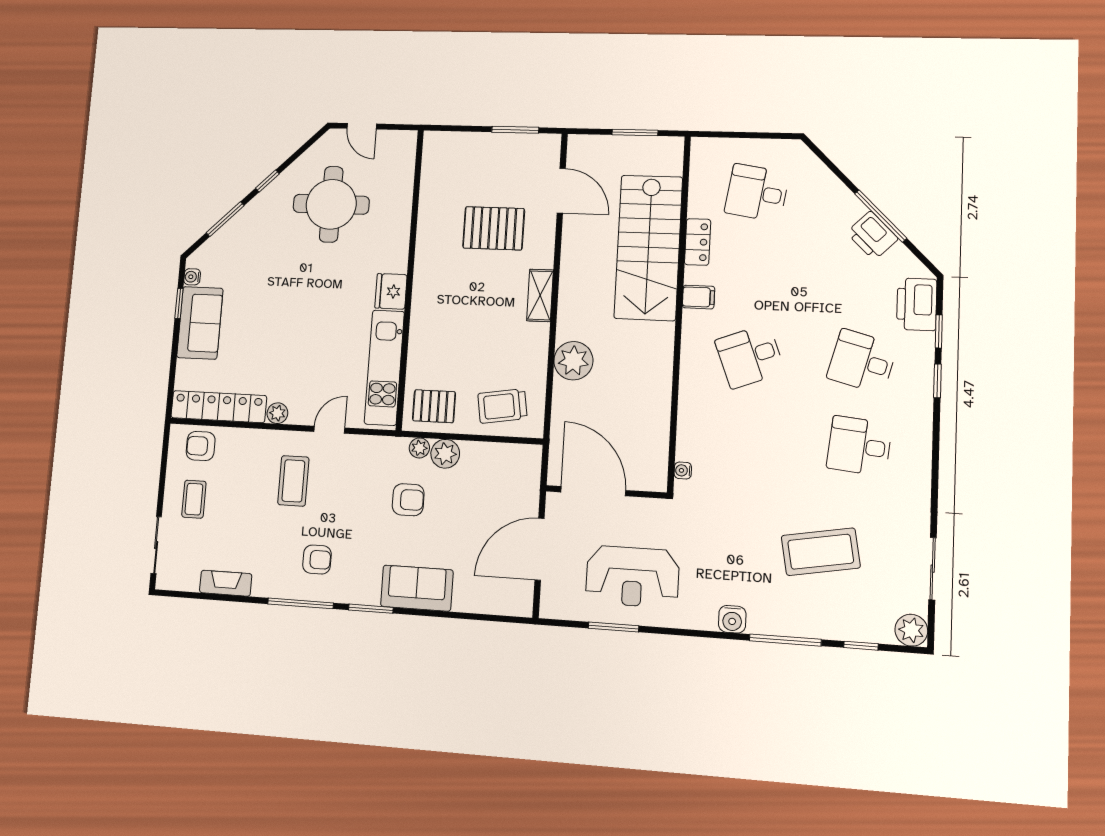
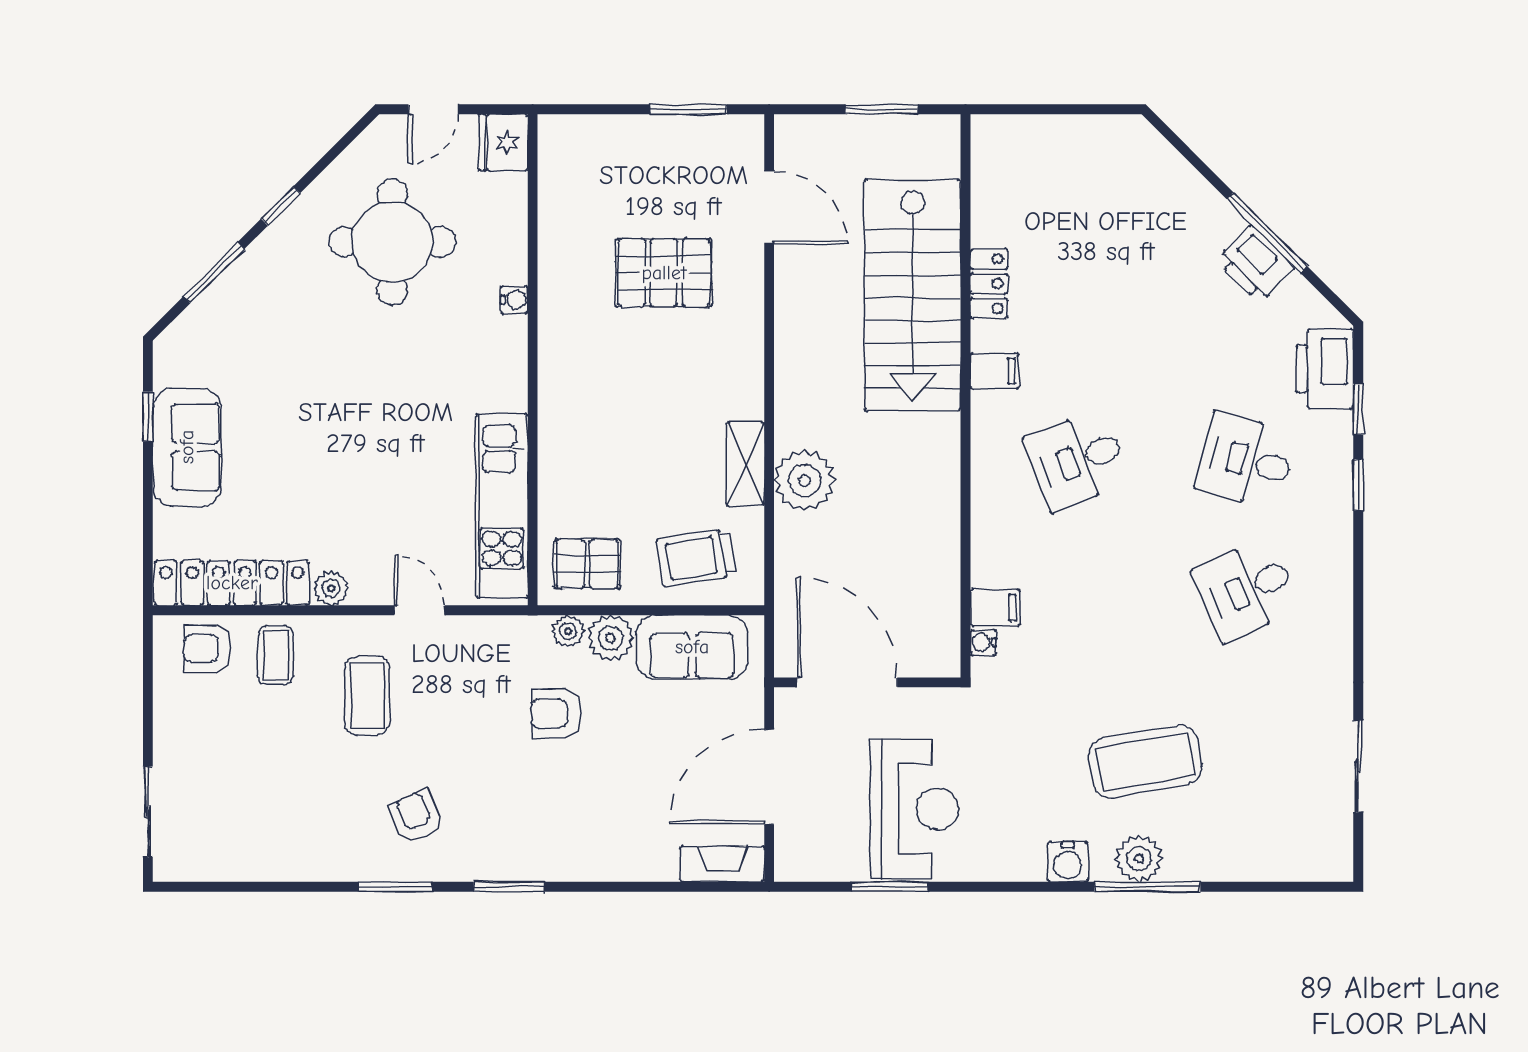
door: (362, 126) -> (433, 109), hinge flipped
desk: (757, 193) -> (1077, 202), removed
water cooler: (192, 277) -> (514, 300), moved, turned 180
fridge: (391, 291) -> (503, 142), moved
shelving: (540, 295) -> (745, 464), moved
door: (329, 430) -> (419, 610), hinge flipped
desk: (859, 446) -> (1246, 590), turned -30
filing cabinet: (692, 448) -> (995, 608), added
coffee table: (194, 499) -> (276, 655), moved
armchair: (408, 500) -> (556, 714), turned 180
coffee table: (821, 552) -> (1145, 761), moved
armchair: (317, 560) -> (416, 817), turned -114
reception desk: (632, 577) -> (914, 809), turned -90
fireplace: (226, 583) -> (722, 864), moved
sofa: (417, 588) -> (692, 647), moved, turned 180
window: (301, 603) -> (395, 887), width x0.69
plant: (911, 630) -> (1139, 859), moved
window: (861, 646) -> (1258, 887), removed

